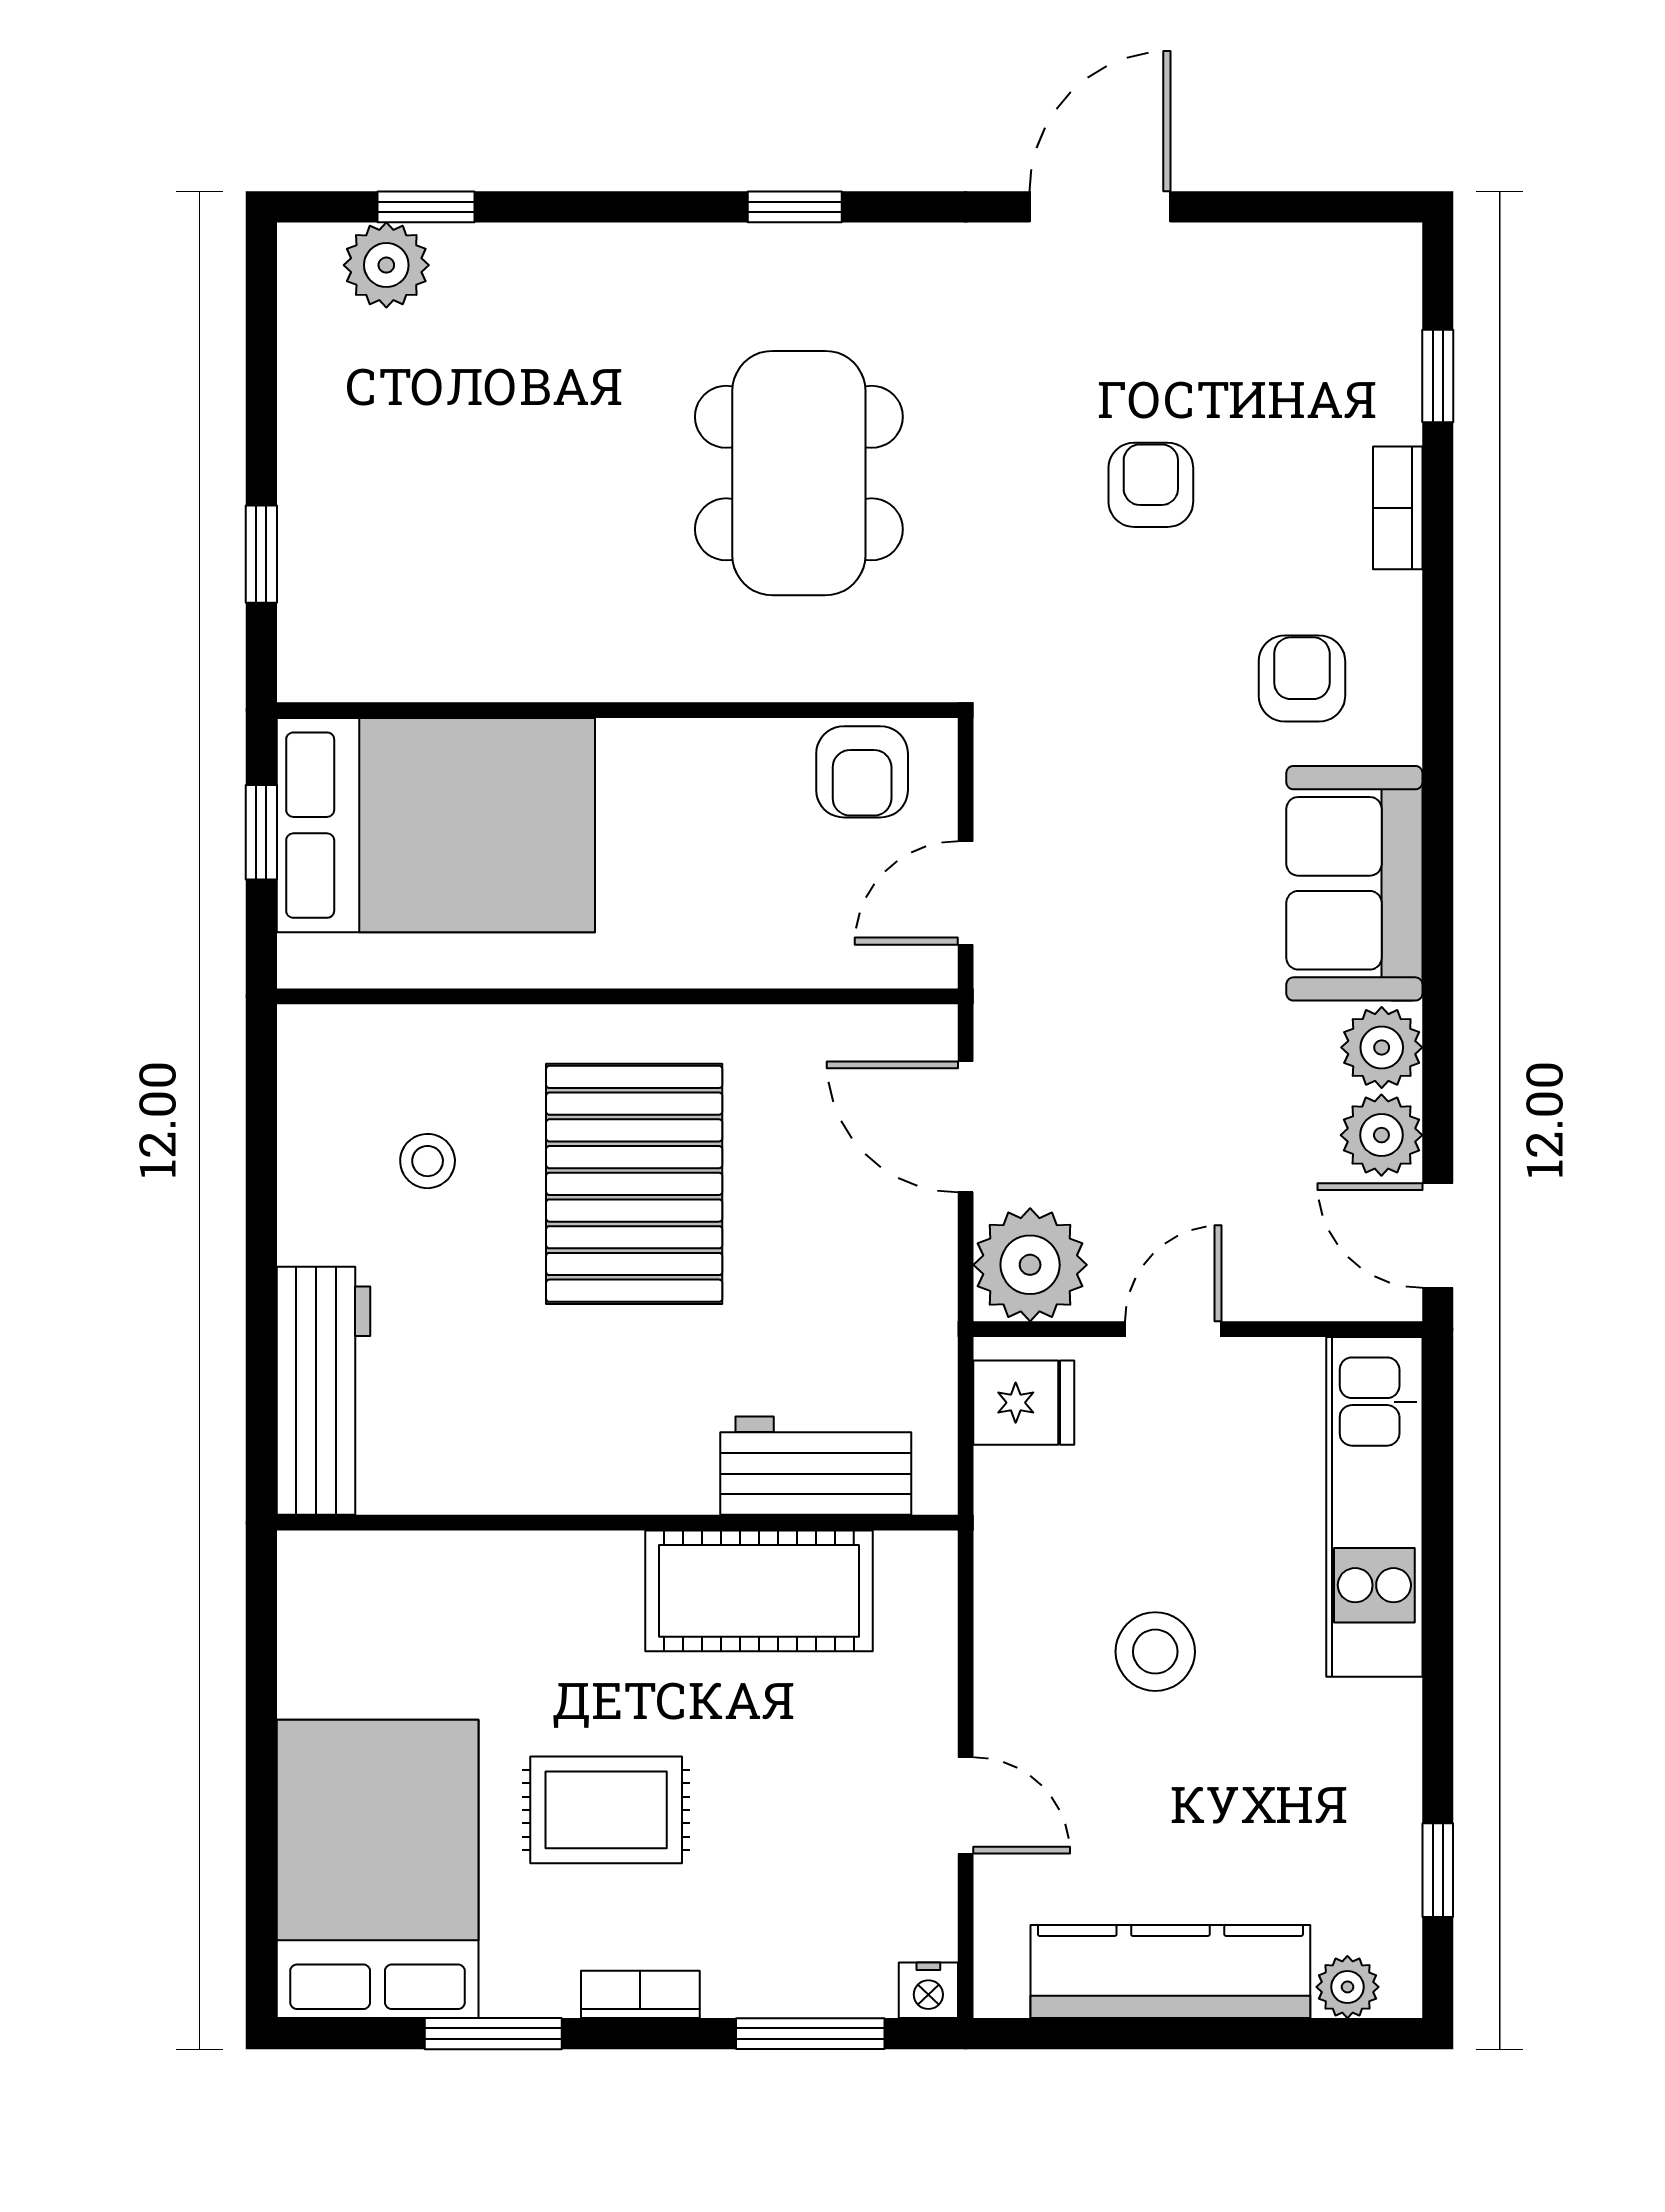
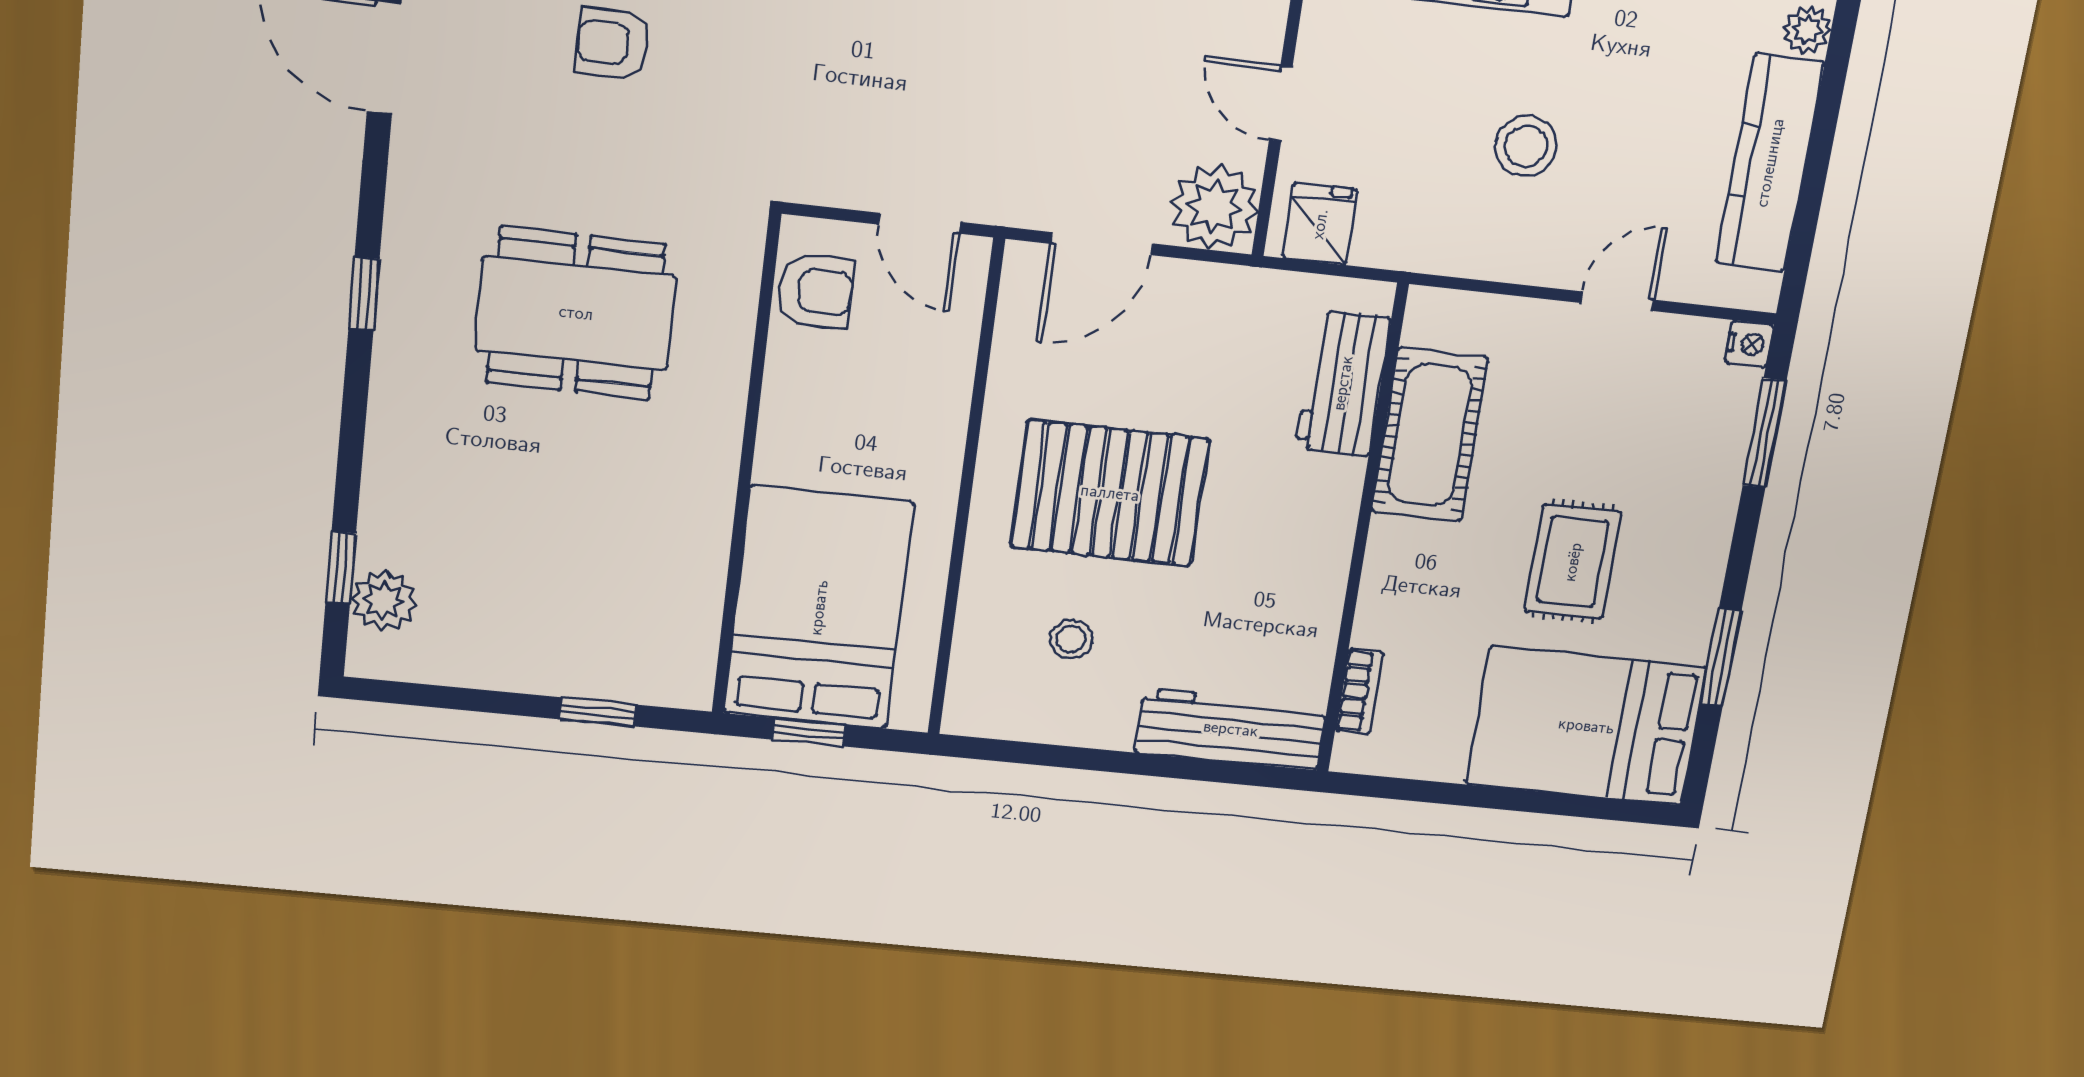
bookcase: (640, 1994) -> (1359, 691), moved, turned 180

